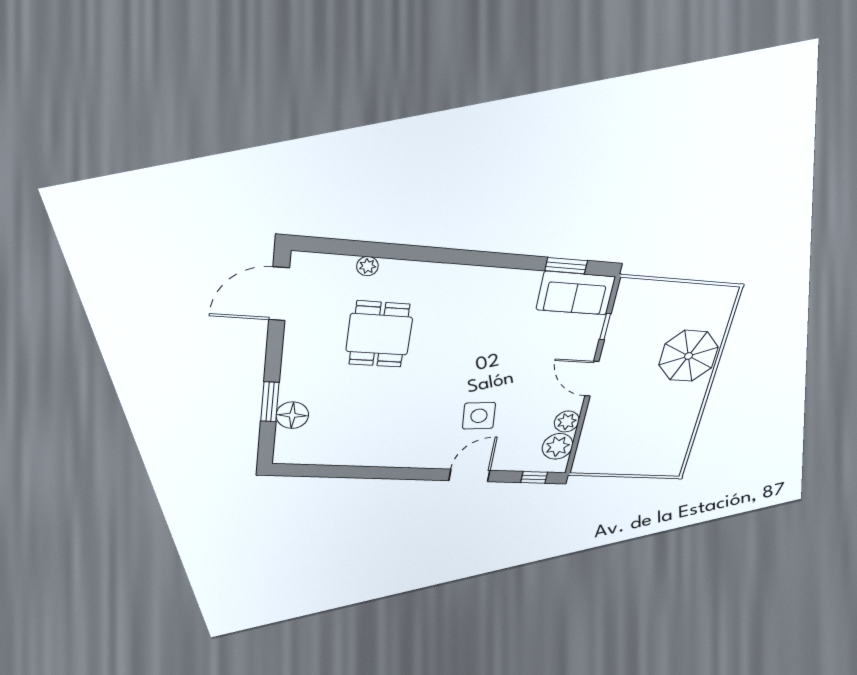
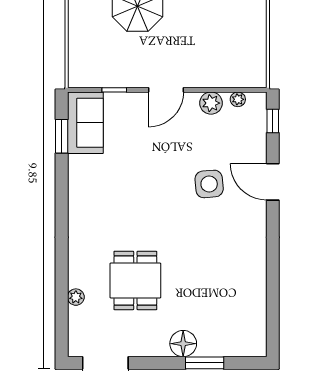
dining table: (379, 334) -> (135, 280), turned 90
floor lamp: (292, 415) -> (183, 344), moved
plant: (558, 446) -> (238, 99), width x0.53, depth x0.53

